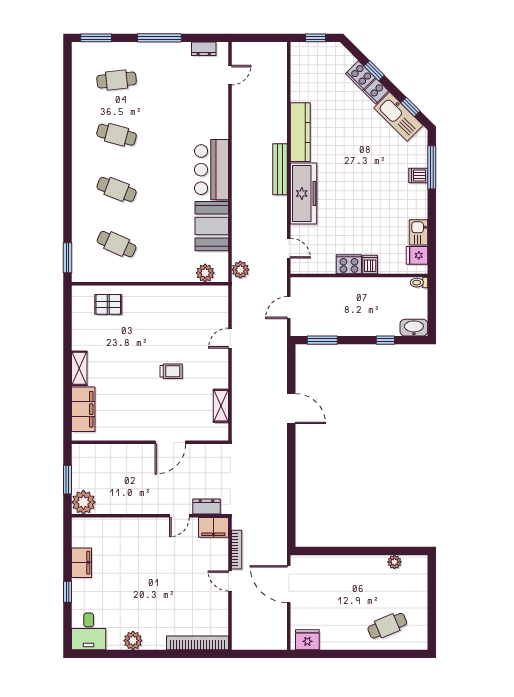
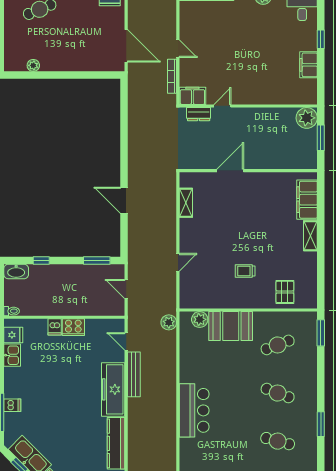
window: (67, 154) -> (321, 424), added
bench: (280, 169) -> (134, 374), moved
booth: (212, 226) -> (231, 326), moved, turned 90
cafe table: (117, 244) -> (278, 345), turned -45
pallet: (108, 304) -> (285, 292), turned 90
door: (289, 308) -> (126, 289), swing flipped
trolley: (171, 371) -> (245, 271), moved

